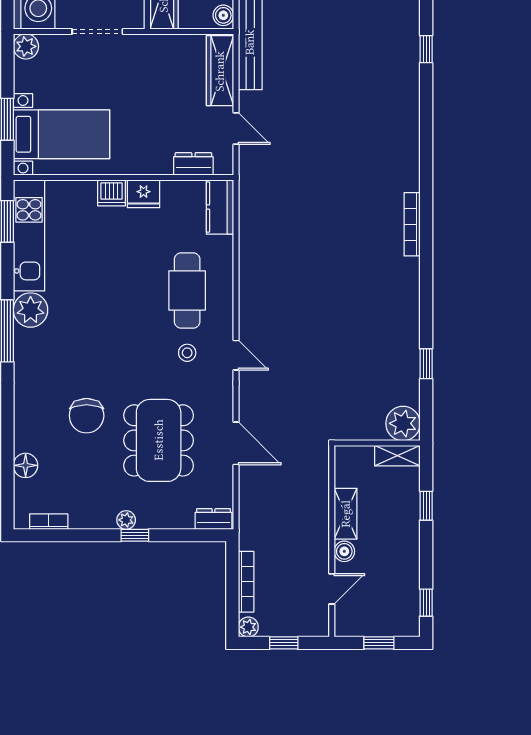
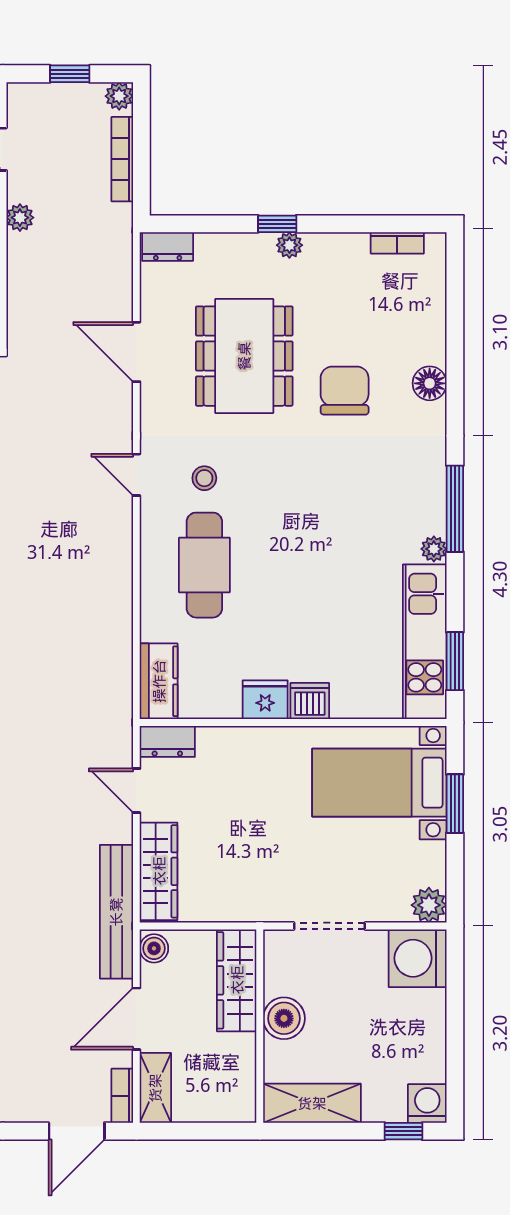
dresser: (193, 164) -> (167, 741), moved
plant: (31, 310) -> (434, 549), width x0.53, depth x0.53
floor lamp: (26, 465) -> (430, 383), moved
plant: (319, 540) -> (20, 218), added

